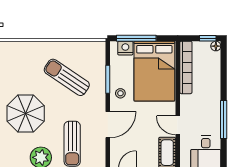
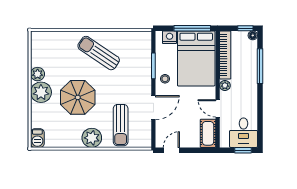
window: (136, 38) -> (192, 28), moved
sun lounger: (67, 77) -> (99, 53), moved
plant: (186, 101) -> (225, 85), added
window: (224, 120) -> (260, 66), moved

